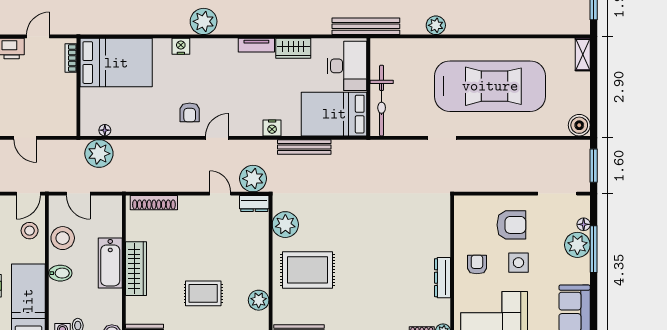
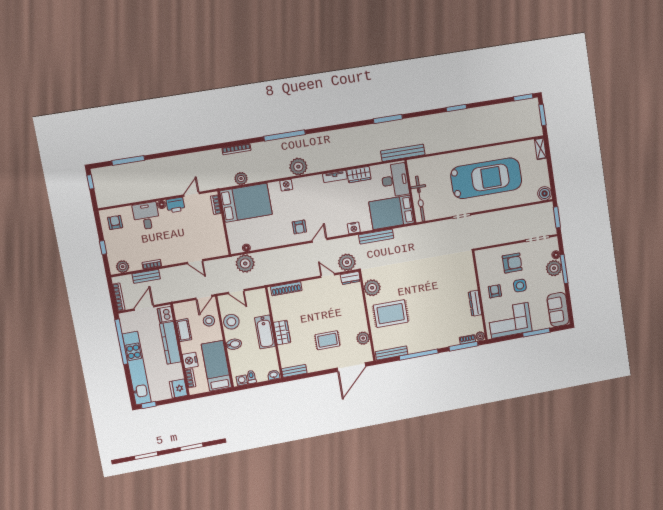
plant: (436, 25) -> (241, 179), moved
wardrobe: (136, 269) -> (282, 333), width x0.67

